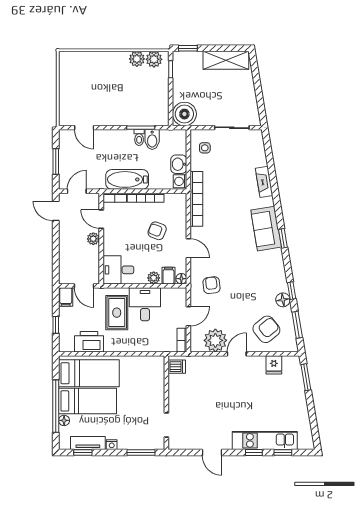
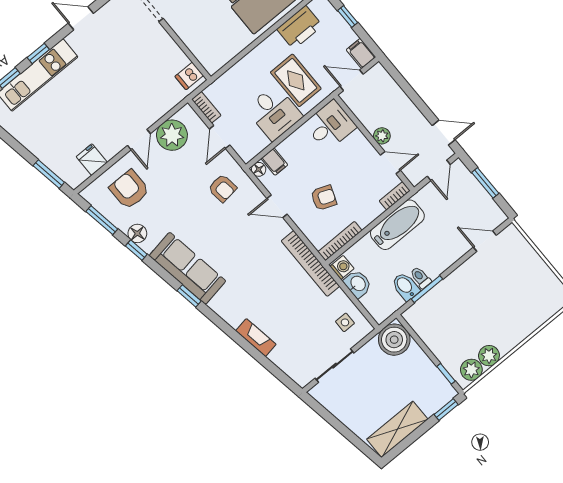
bookcase: (146, 198) -> (340, 241), moved
sofa: (266, 229) -> (187, 268), moved, width x1.36
plant: (154, 278) -> (287, 147), removed
armchair: (266, 329) -> (129, 189), turned 129

